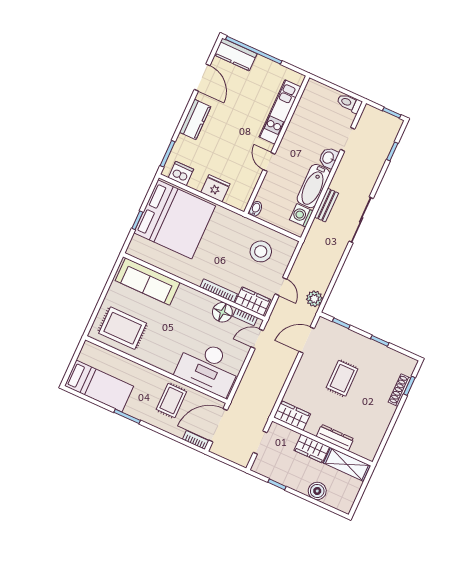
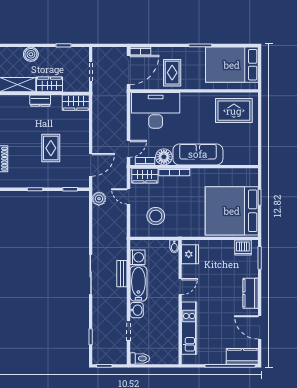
door: (269, 162) -> (180, 287), hinge flipped
fridge: (215, 188) -> (190, 254), moved, turned -90
sofa: (148, 281) -> (198, 154), moved
bed: (99, 386) -> (232, 65), width x1.50
dresser: (335, 438) -> (40, 101), width x0.70

